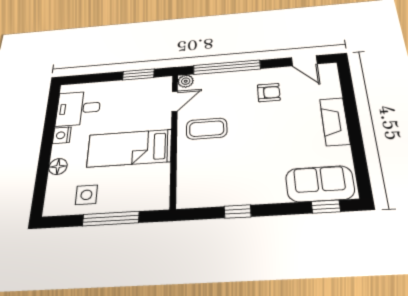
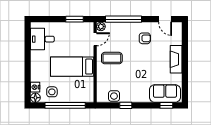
nightstand: (62, 135) -> (35, 87), moved
floor lamp: (58, 167) -> (35, 98), moved
side table: (212, 195) -> (114, 96), added
window: (111, 219) -> (65, 105), width x1.46

